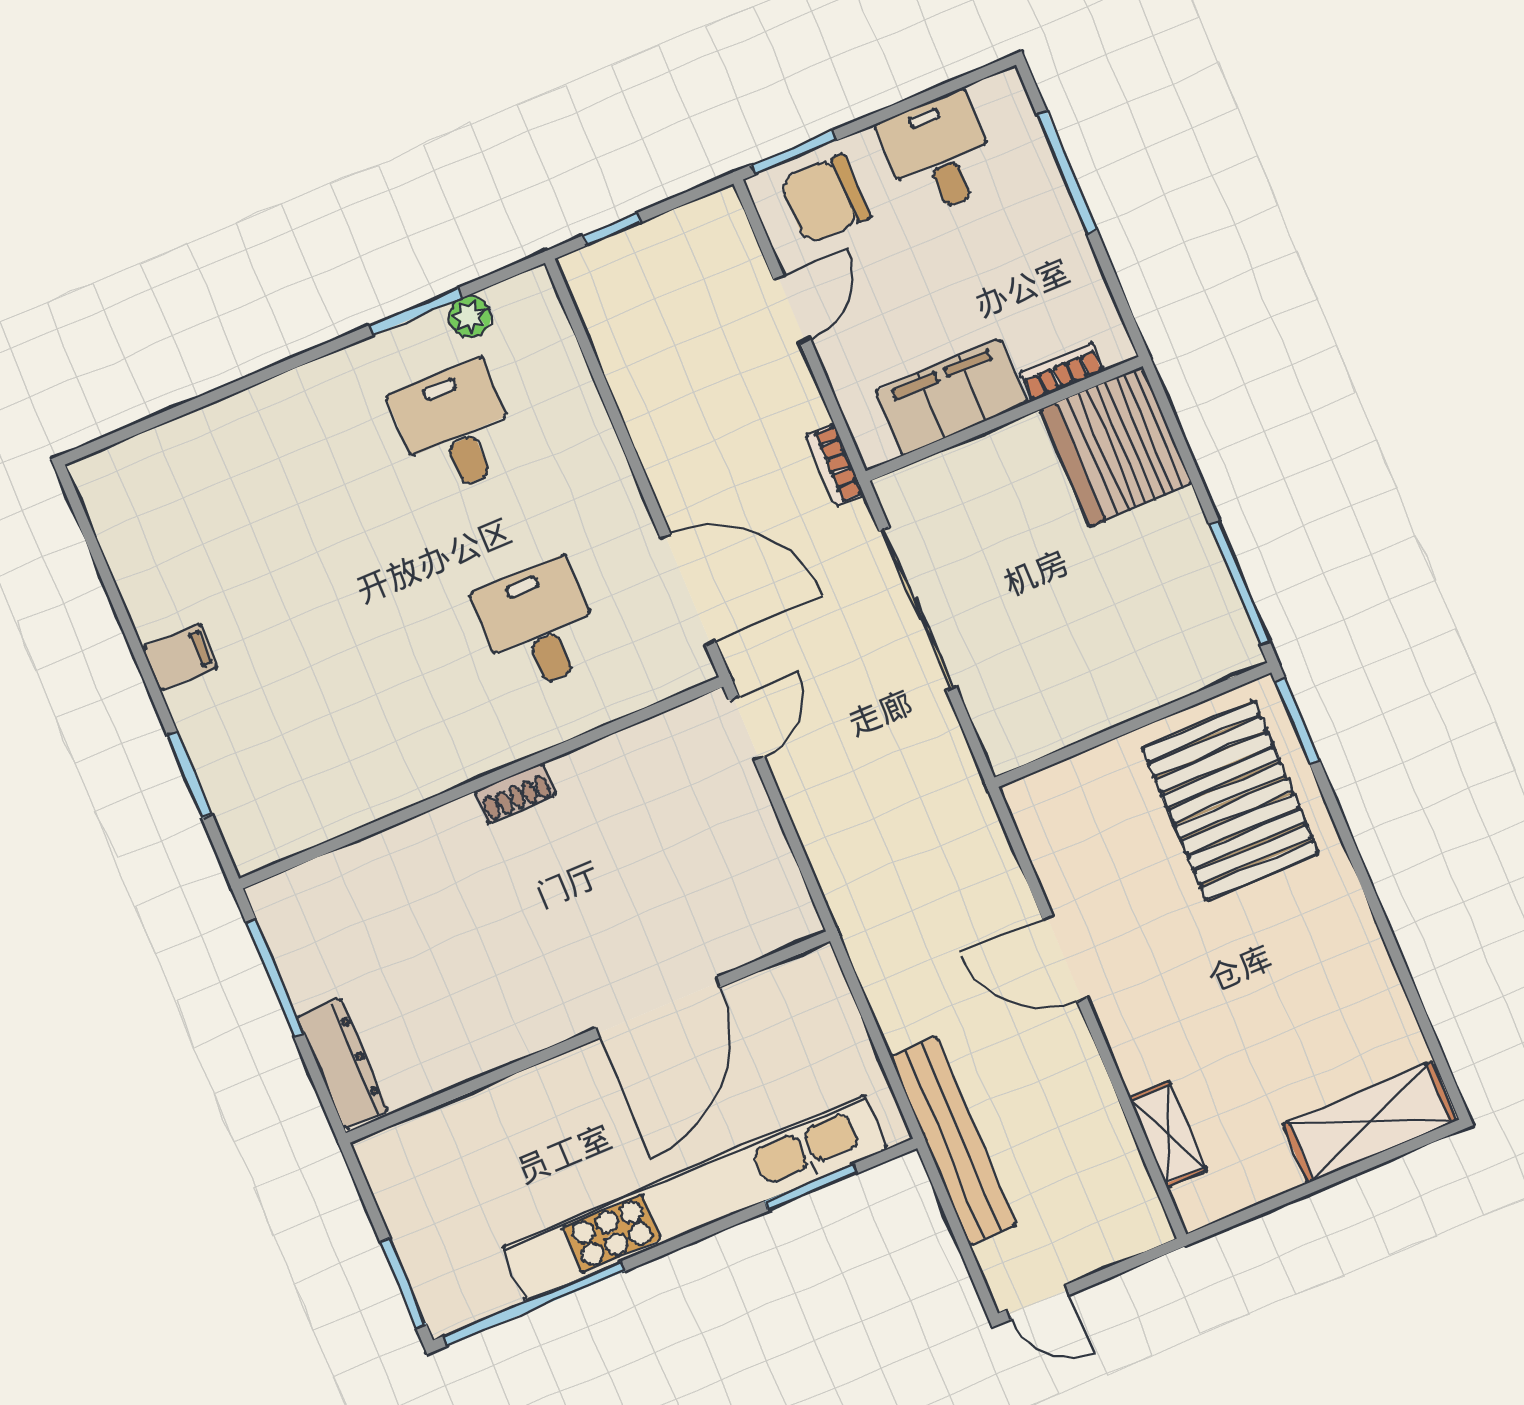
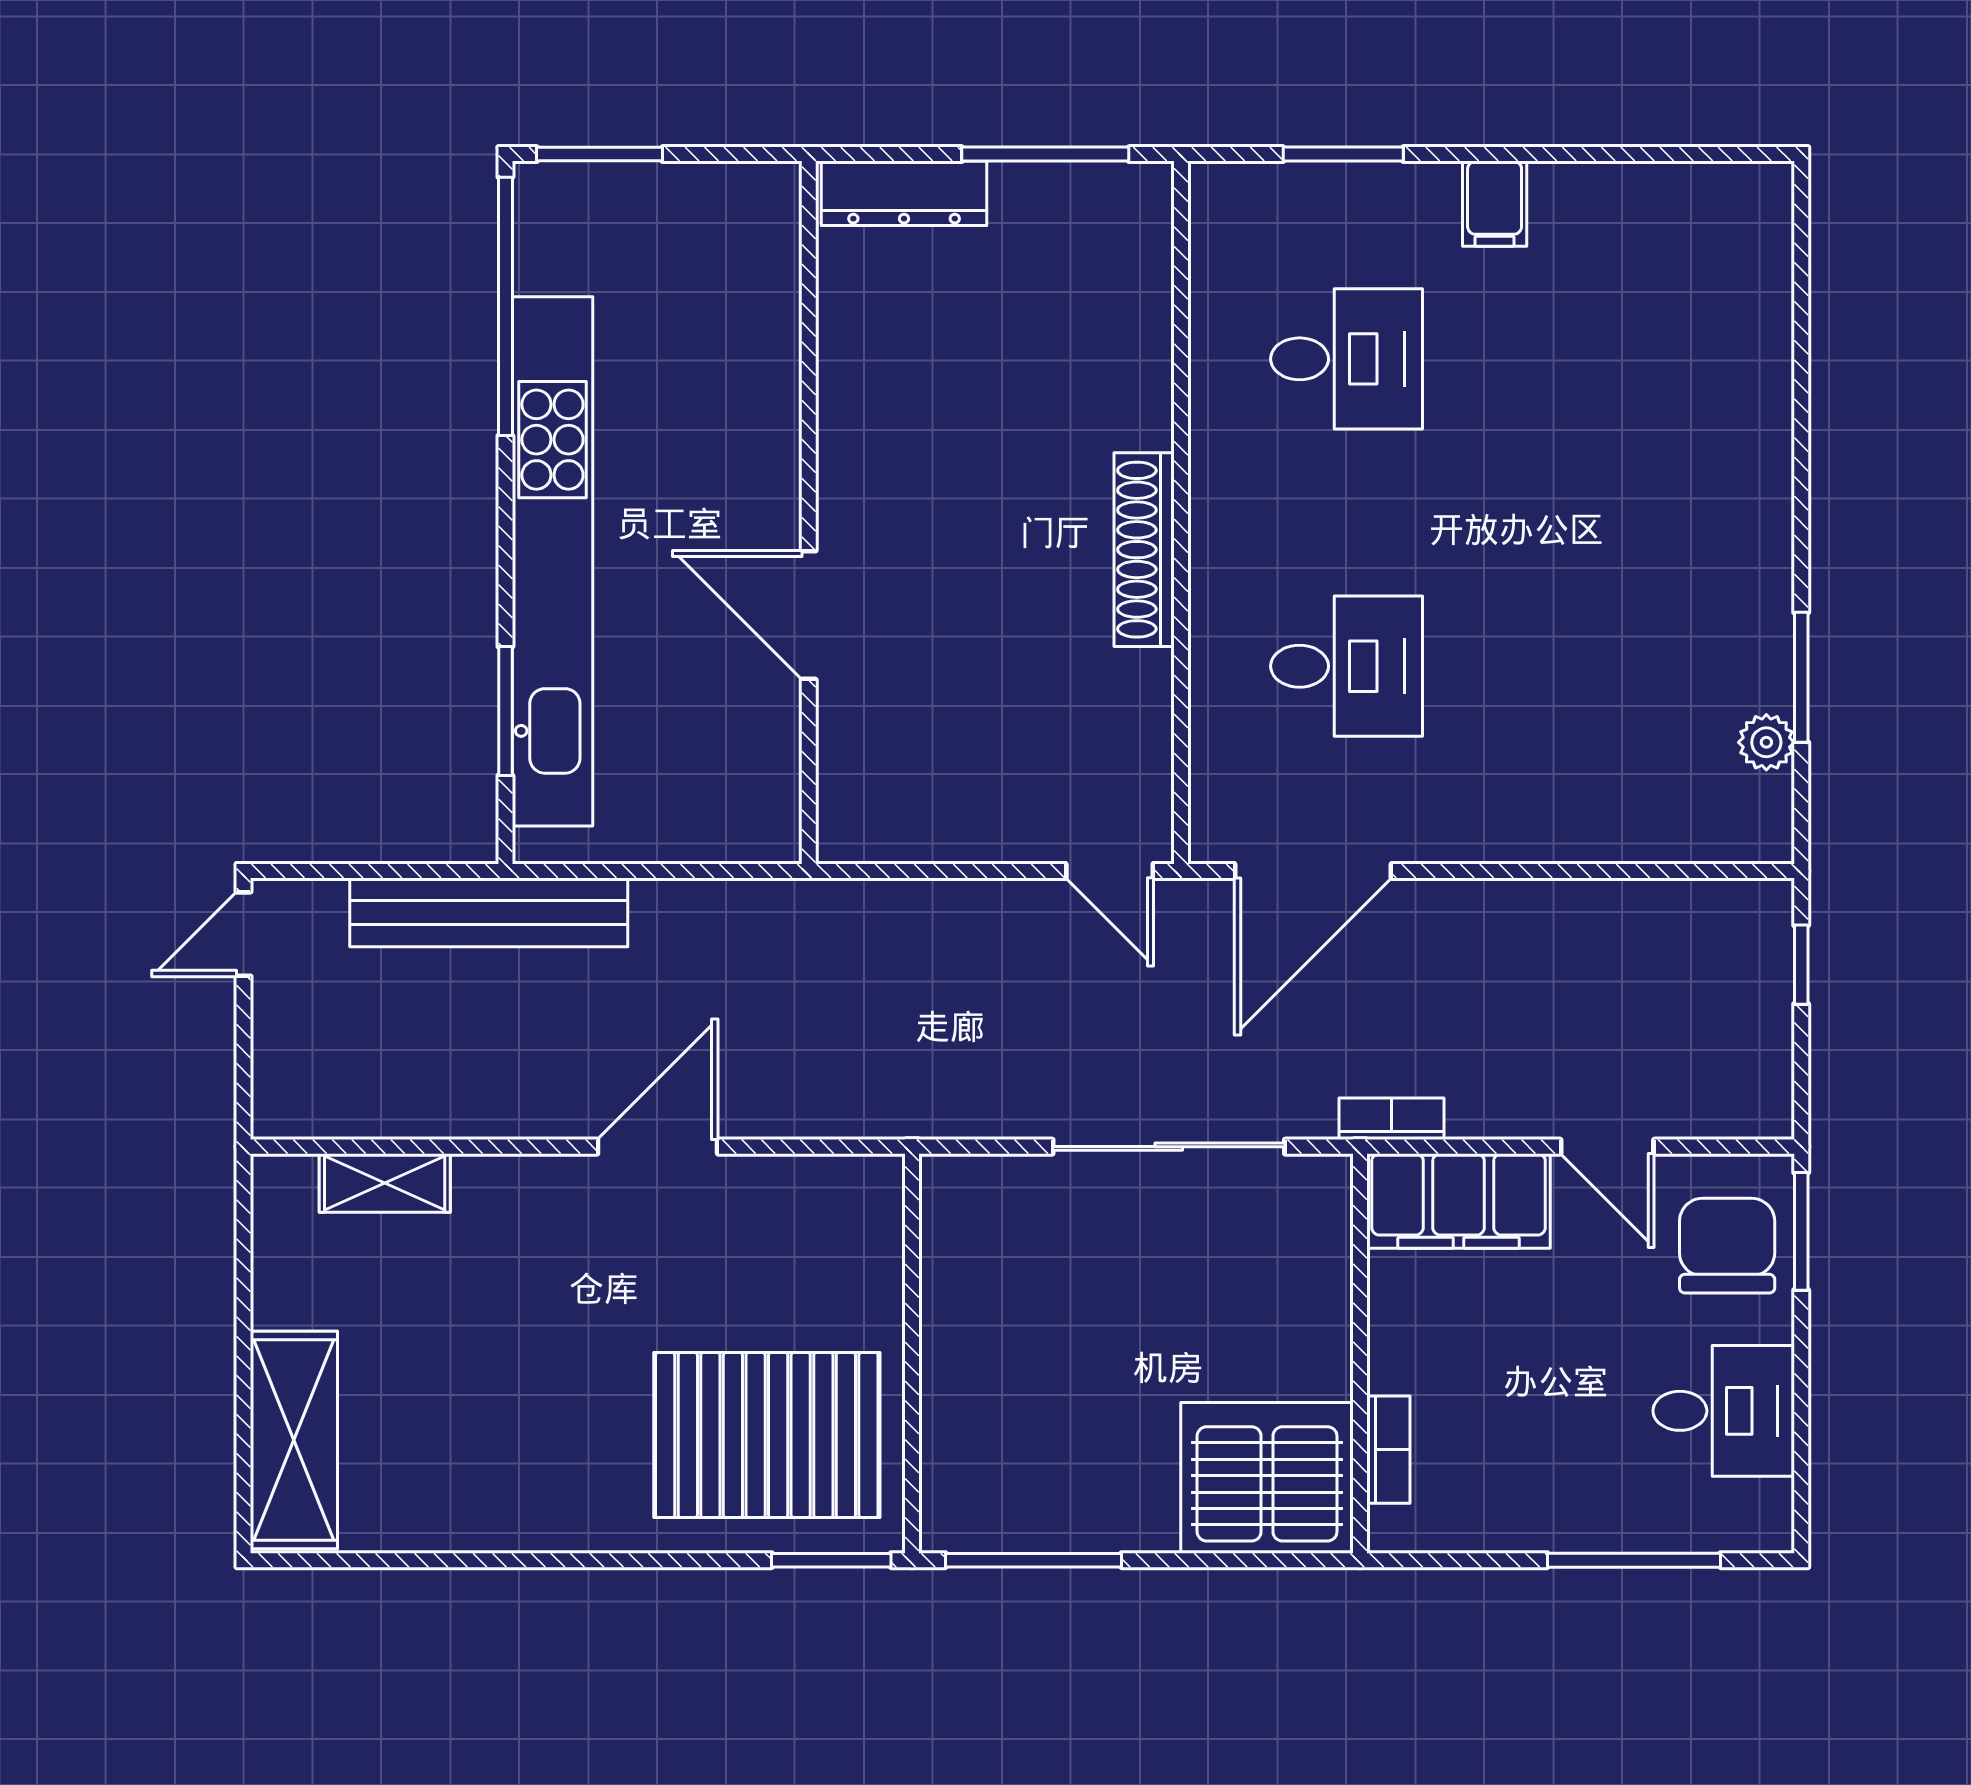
filing cabinet: (951, 397) -> (1459, 1201), moved, turned 90
desk: (455, 428) -> (1347, 359), moved
shoe rack: (515, 793) -> (1144, 550), width x1.94, depth x1.24
door: (658, 1008) -> (809, 615), width x0.73

